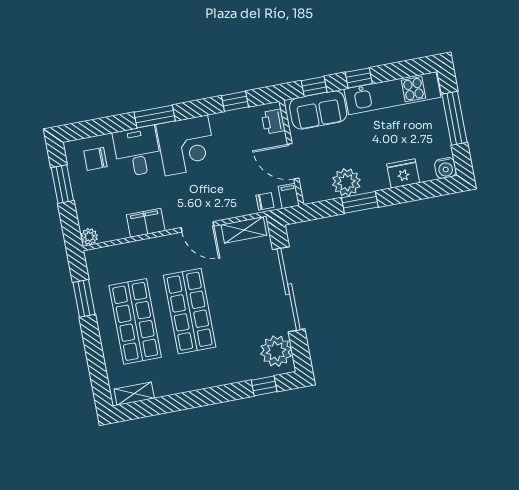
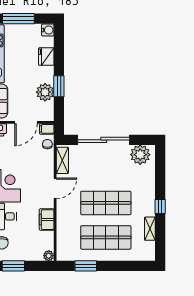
window: (264, 386) -> (160, 207), moved
shelving: (134, 394) -> (150, 229), moved

